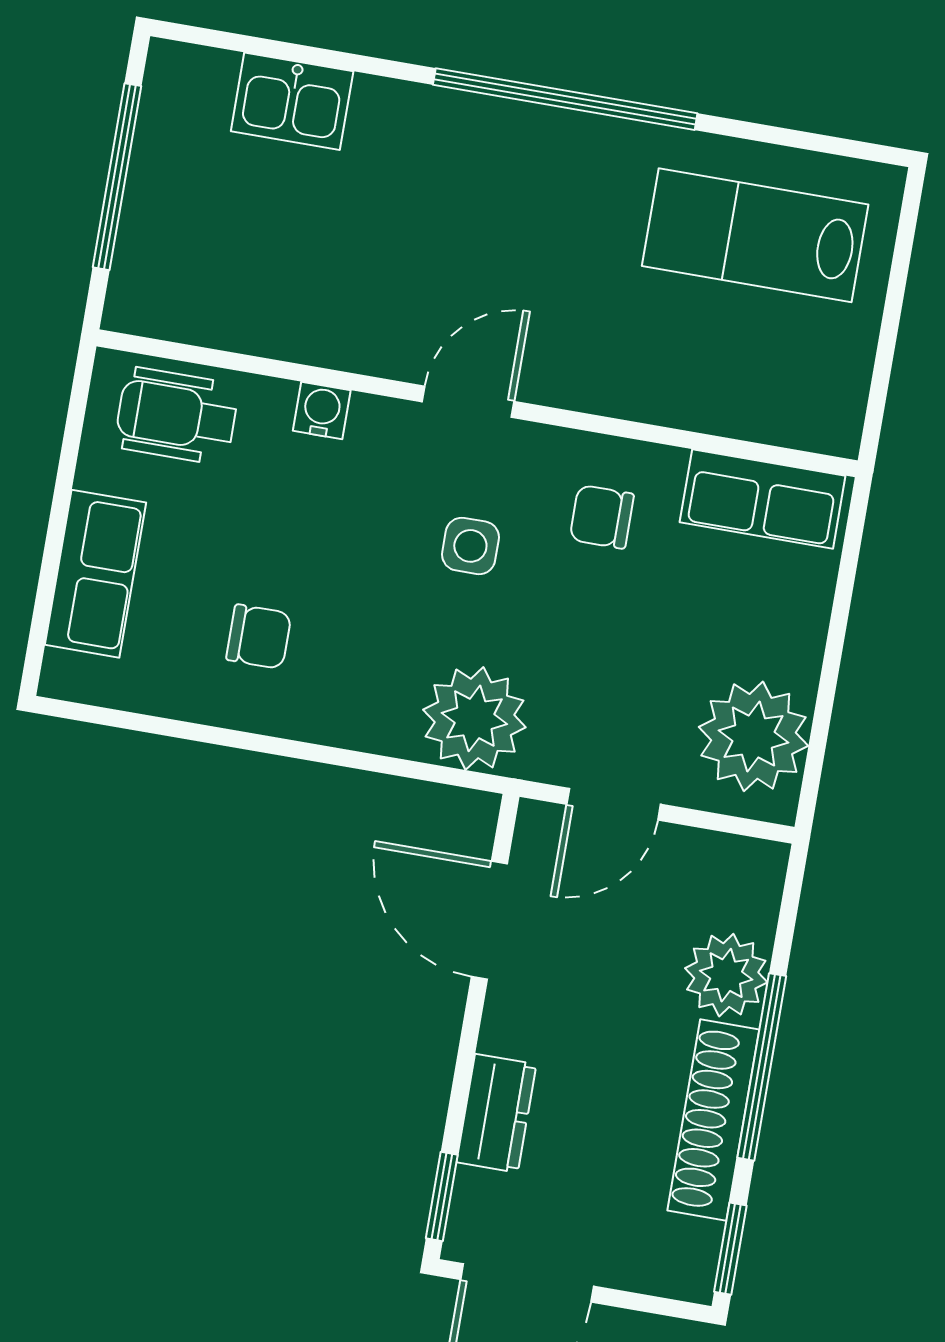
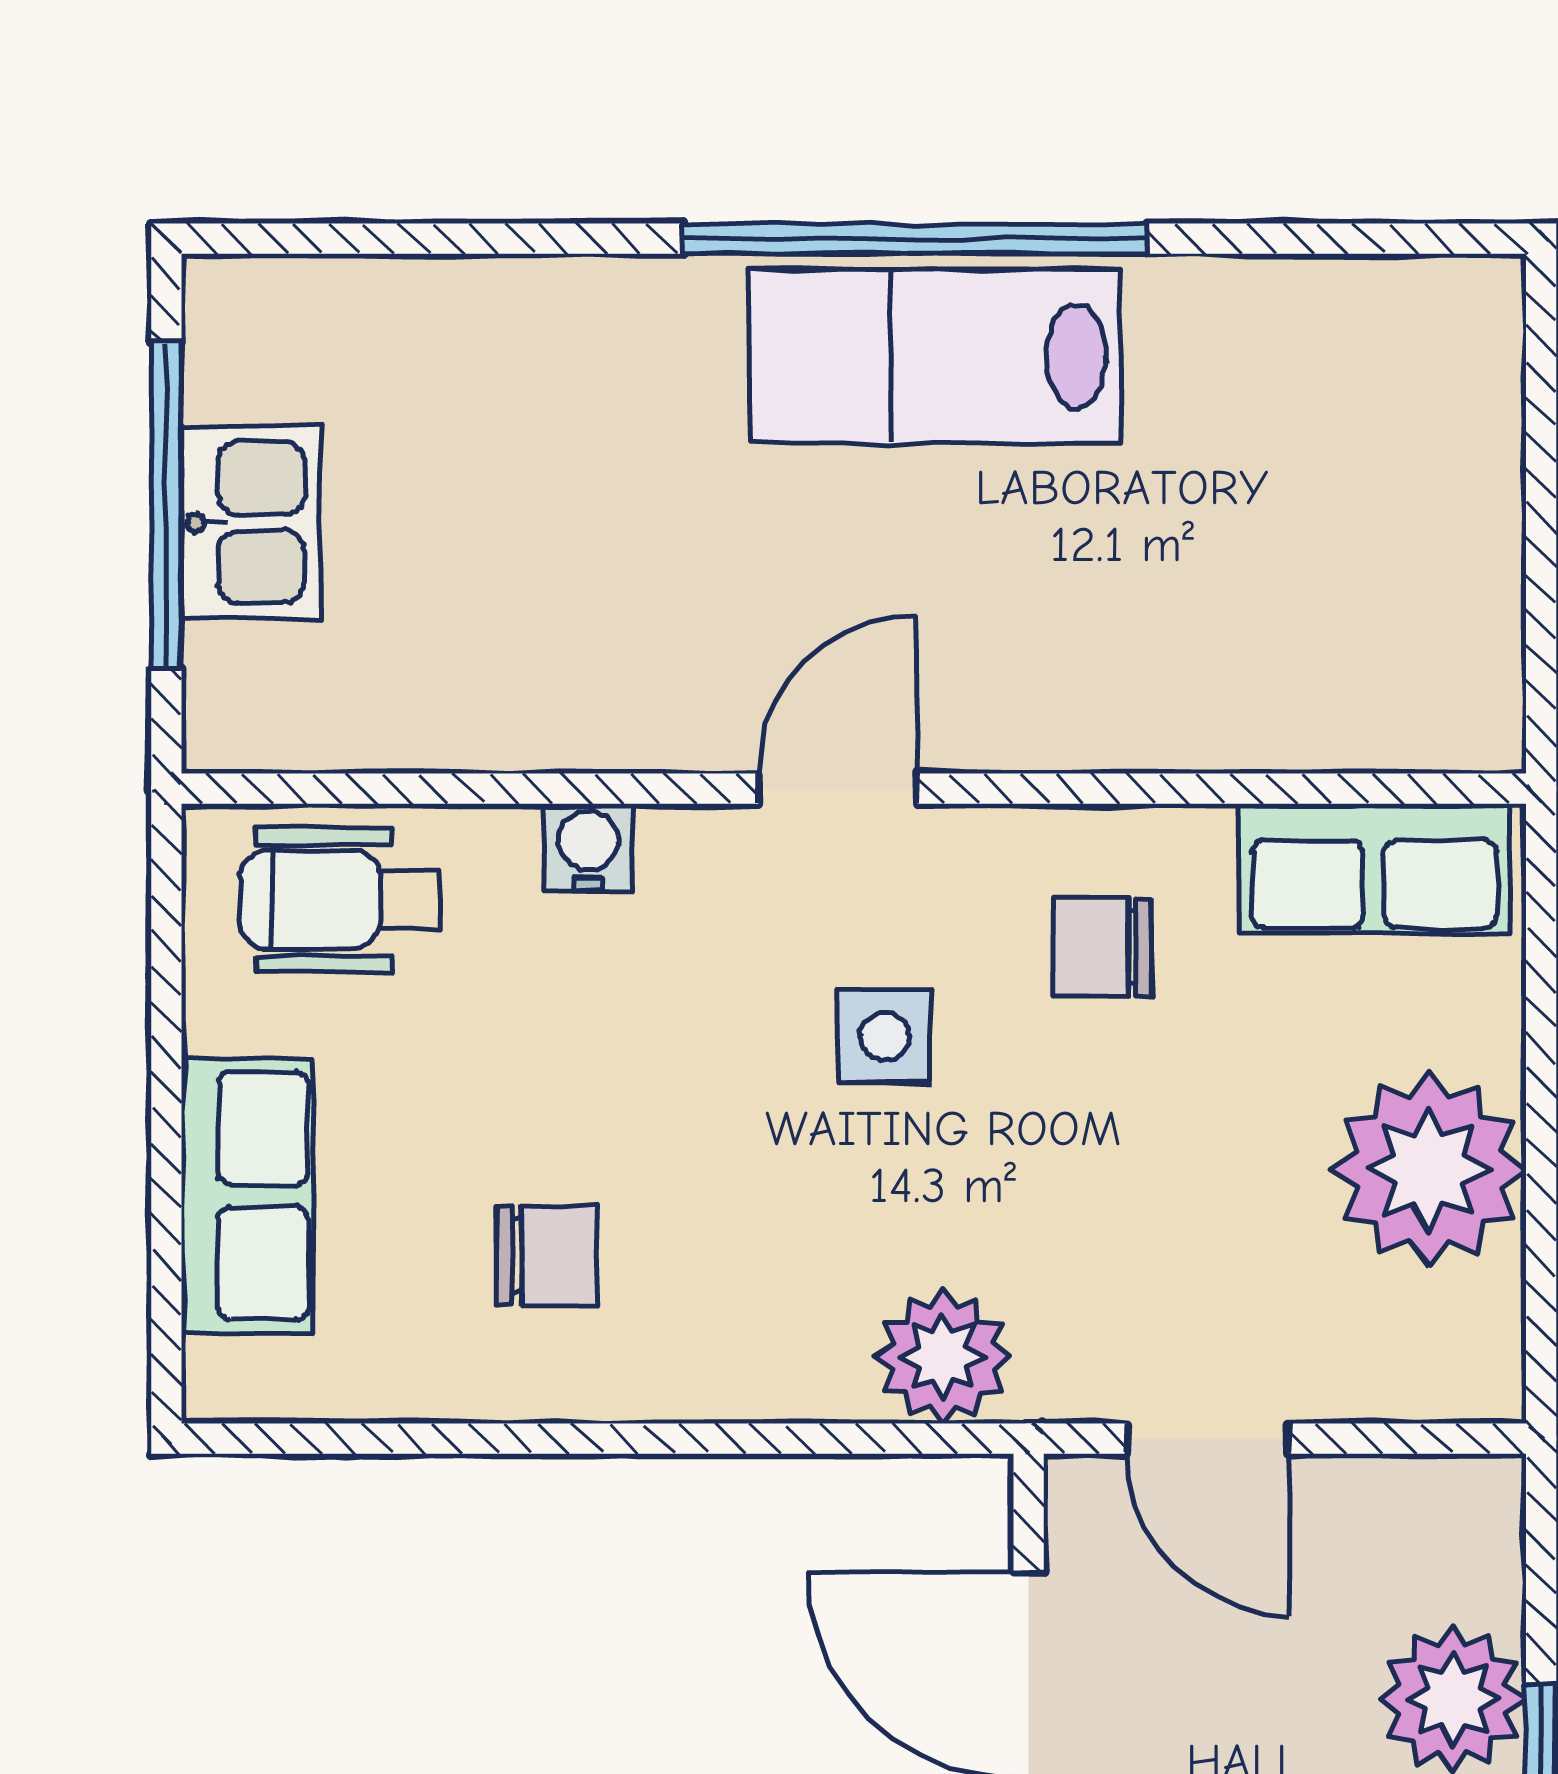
kitchen sink: (292, 101) -> (251, 522), moved, turned -90
lab bench: (755, 235) -> (935, 356), moved
plant: (474, 718) -> (943, 1357), width x0.73, depth x0.73
plant: (753, 736) -> (1429, 1170), moved
door: (614, 804) -> (1208, 1439), hinge flipped

